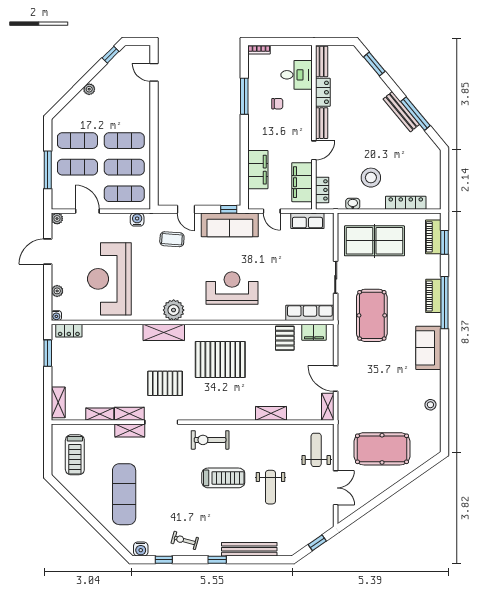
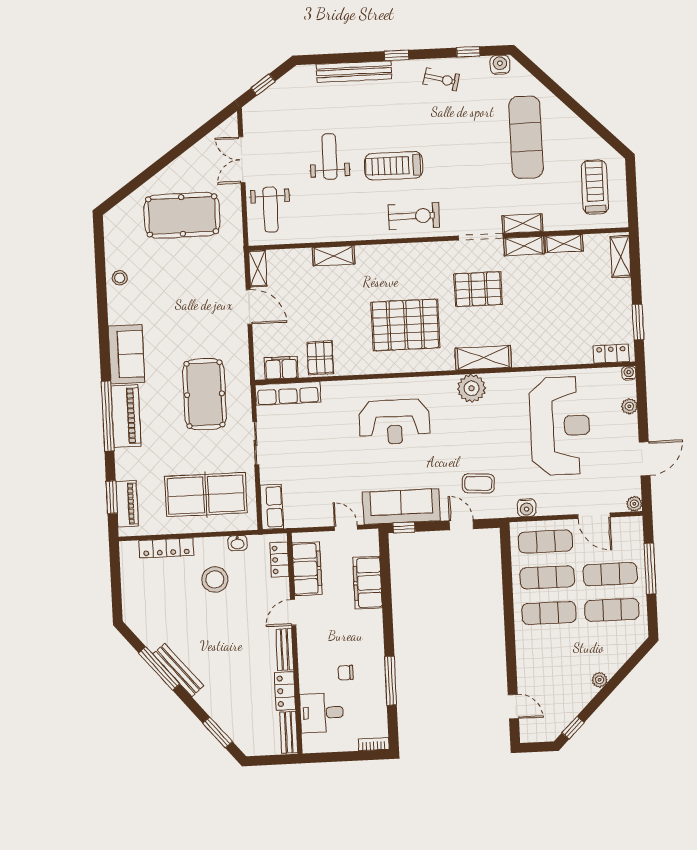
row of seats: (307, 221) -> (272, 507), moved, turned 90
piano: (433, 296) -> (126, 416), width x1.37, depth x1.33

